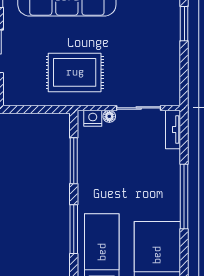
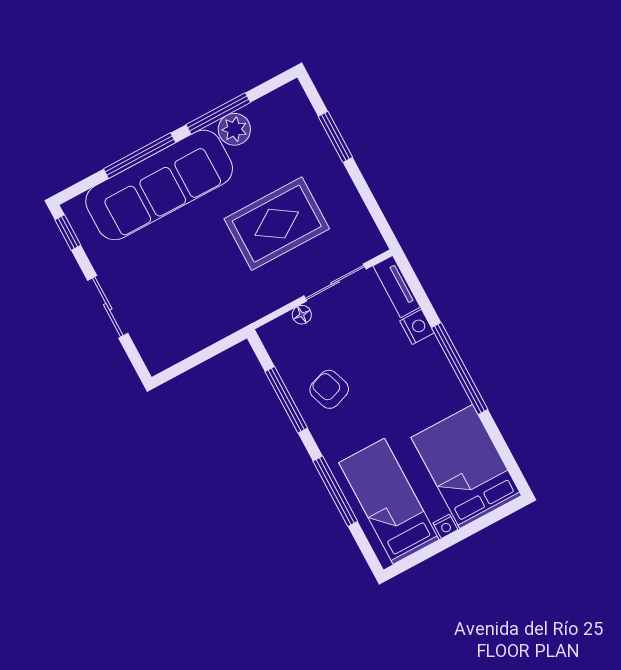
rug: (75, 72) -> (277, 224), moved
nightstand: (93, 118) -> (417, 327), moved, turned 90
armchair: (102, 168) -> (329, 389), added

